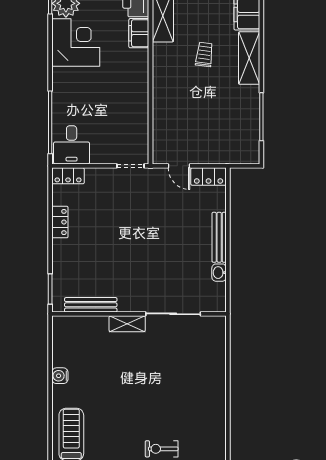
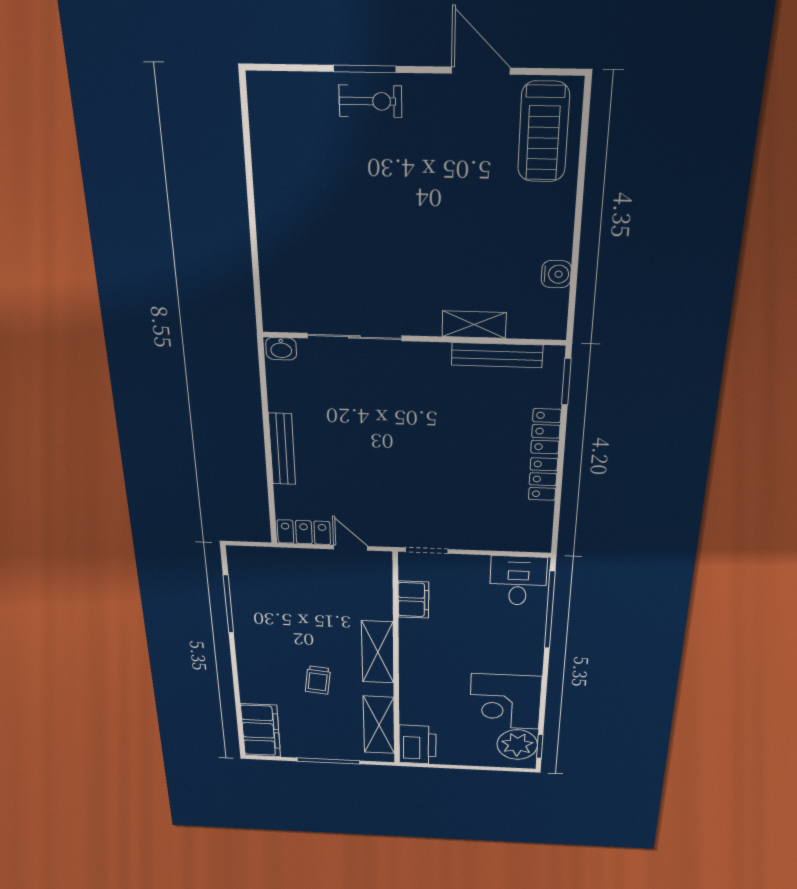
filing cabinet: (139, 33) -> (413, 600), moved
shelving: (249, 58) -> (378, 652), moved
locker: (68, 176) -> (546, 431), moved, turned -90
washbasin: (219, 273) -> (281, 349), moved, turned 90
shelving: (127, 324) -> (474, 325), moved
water cooler: (60, 376) -> (556, 274), moved

